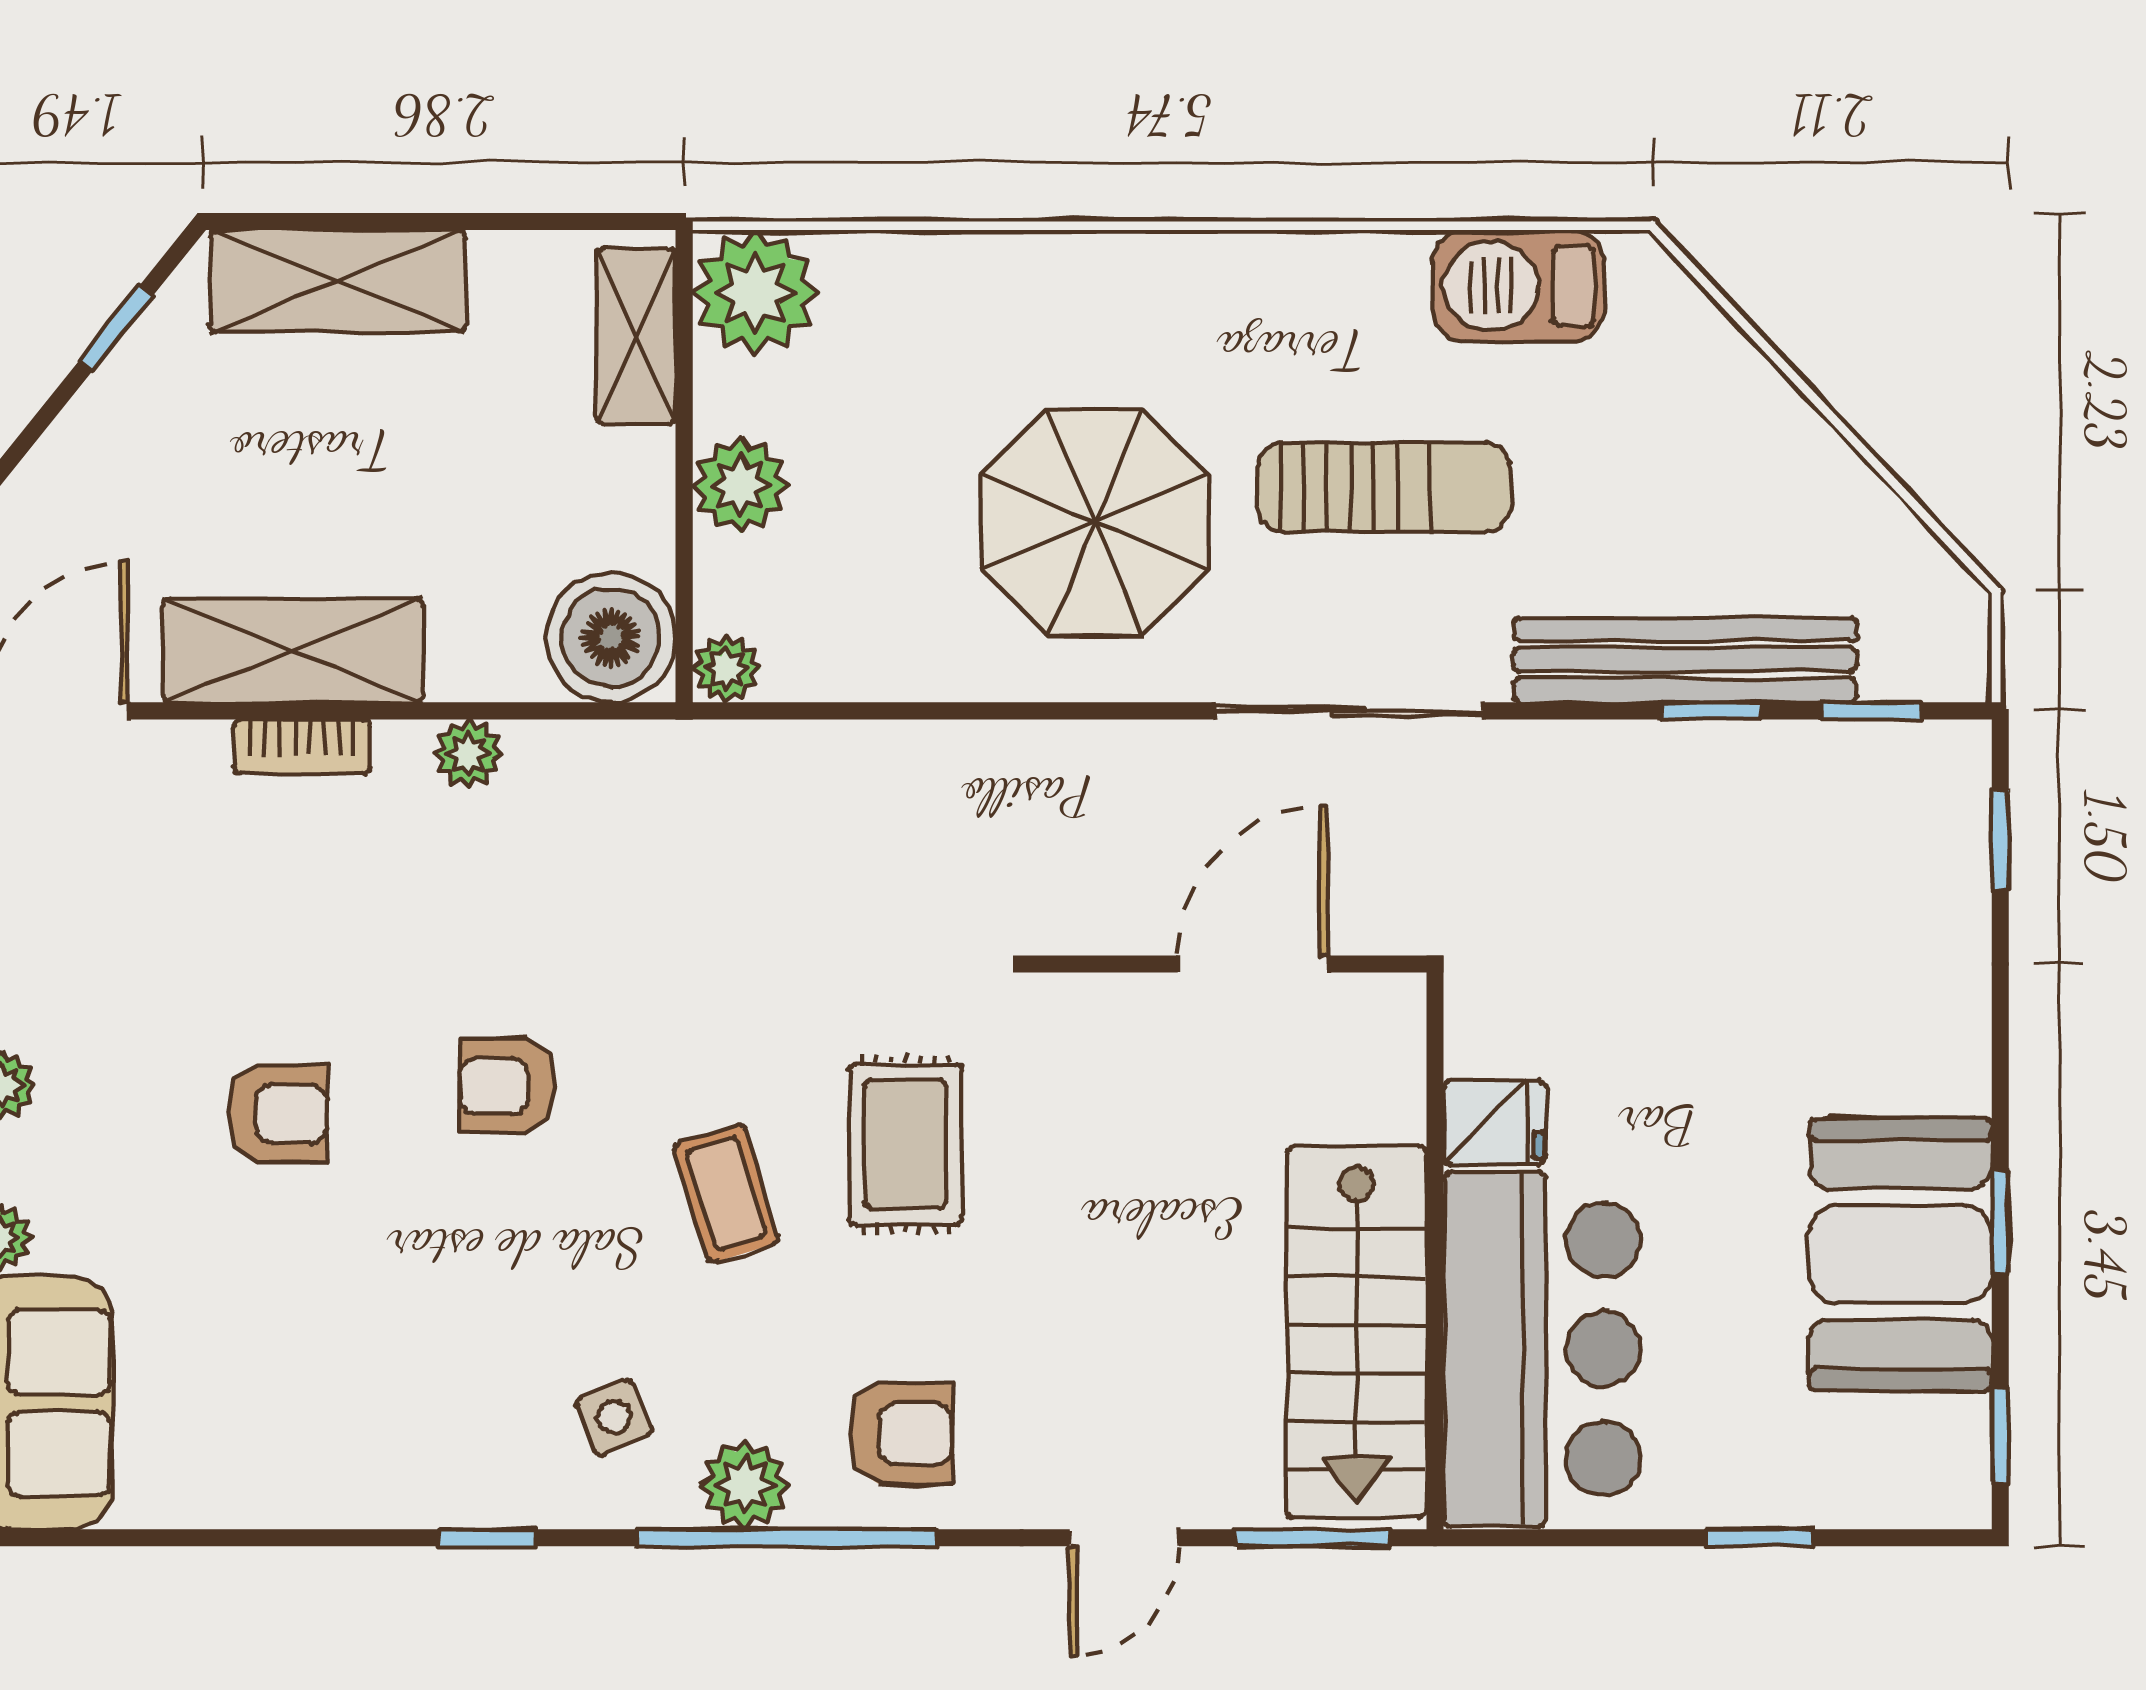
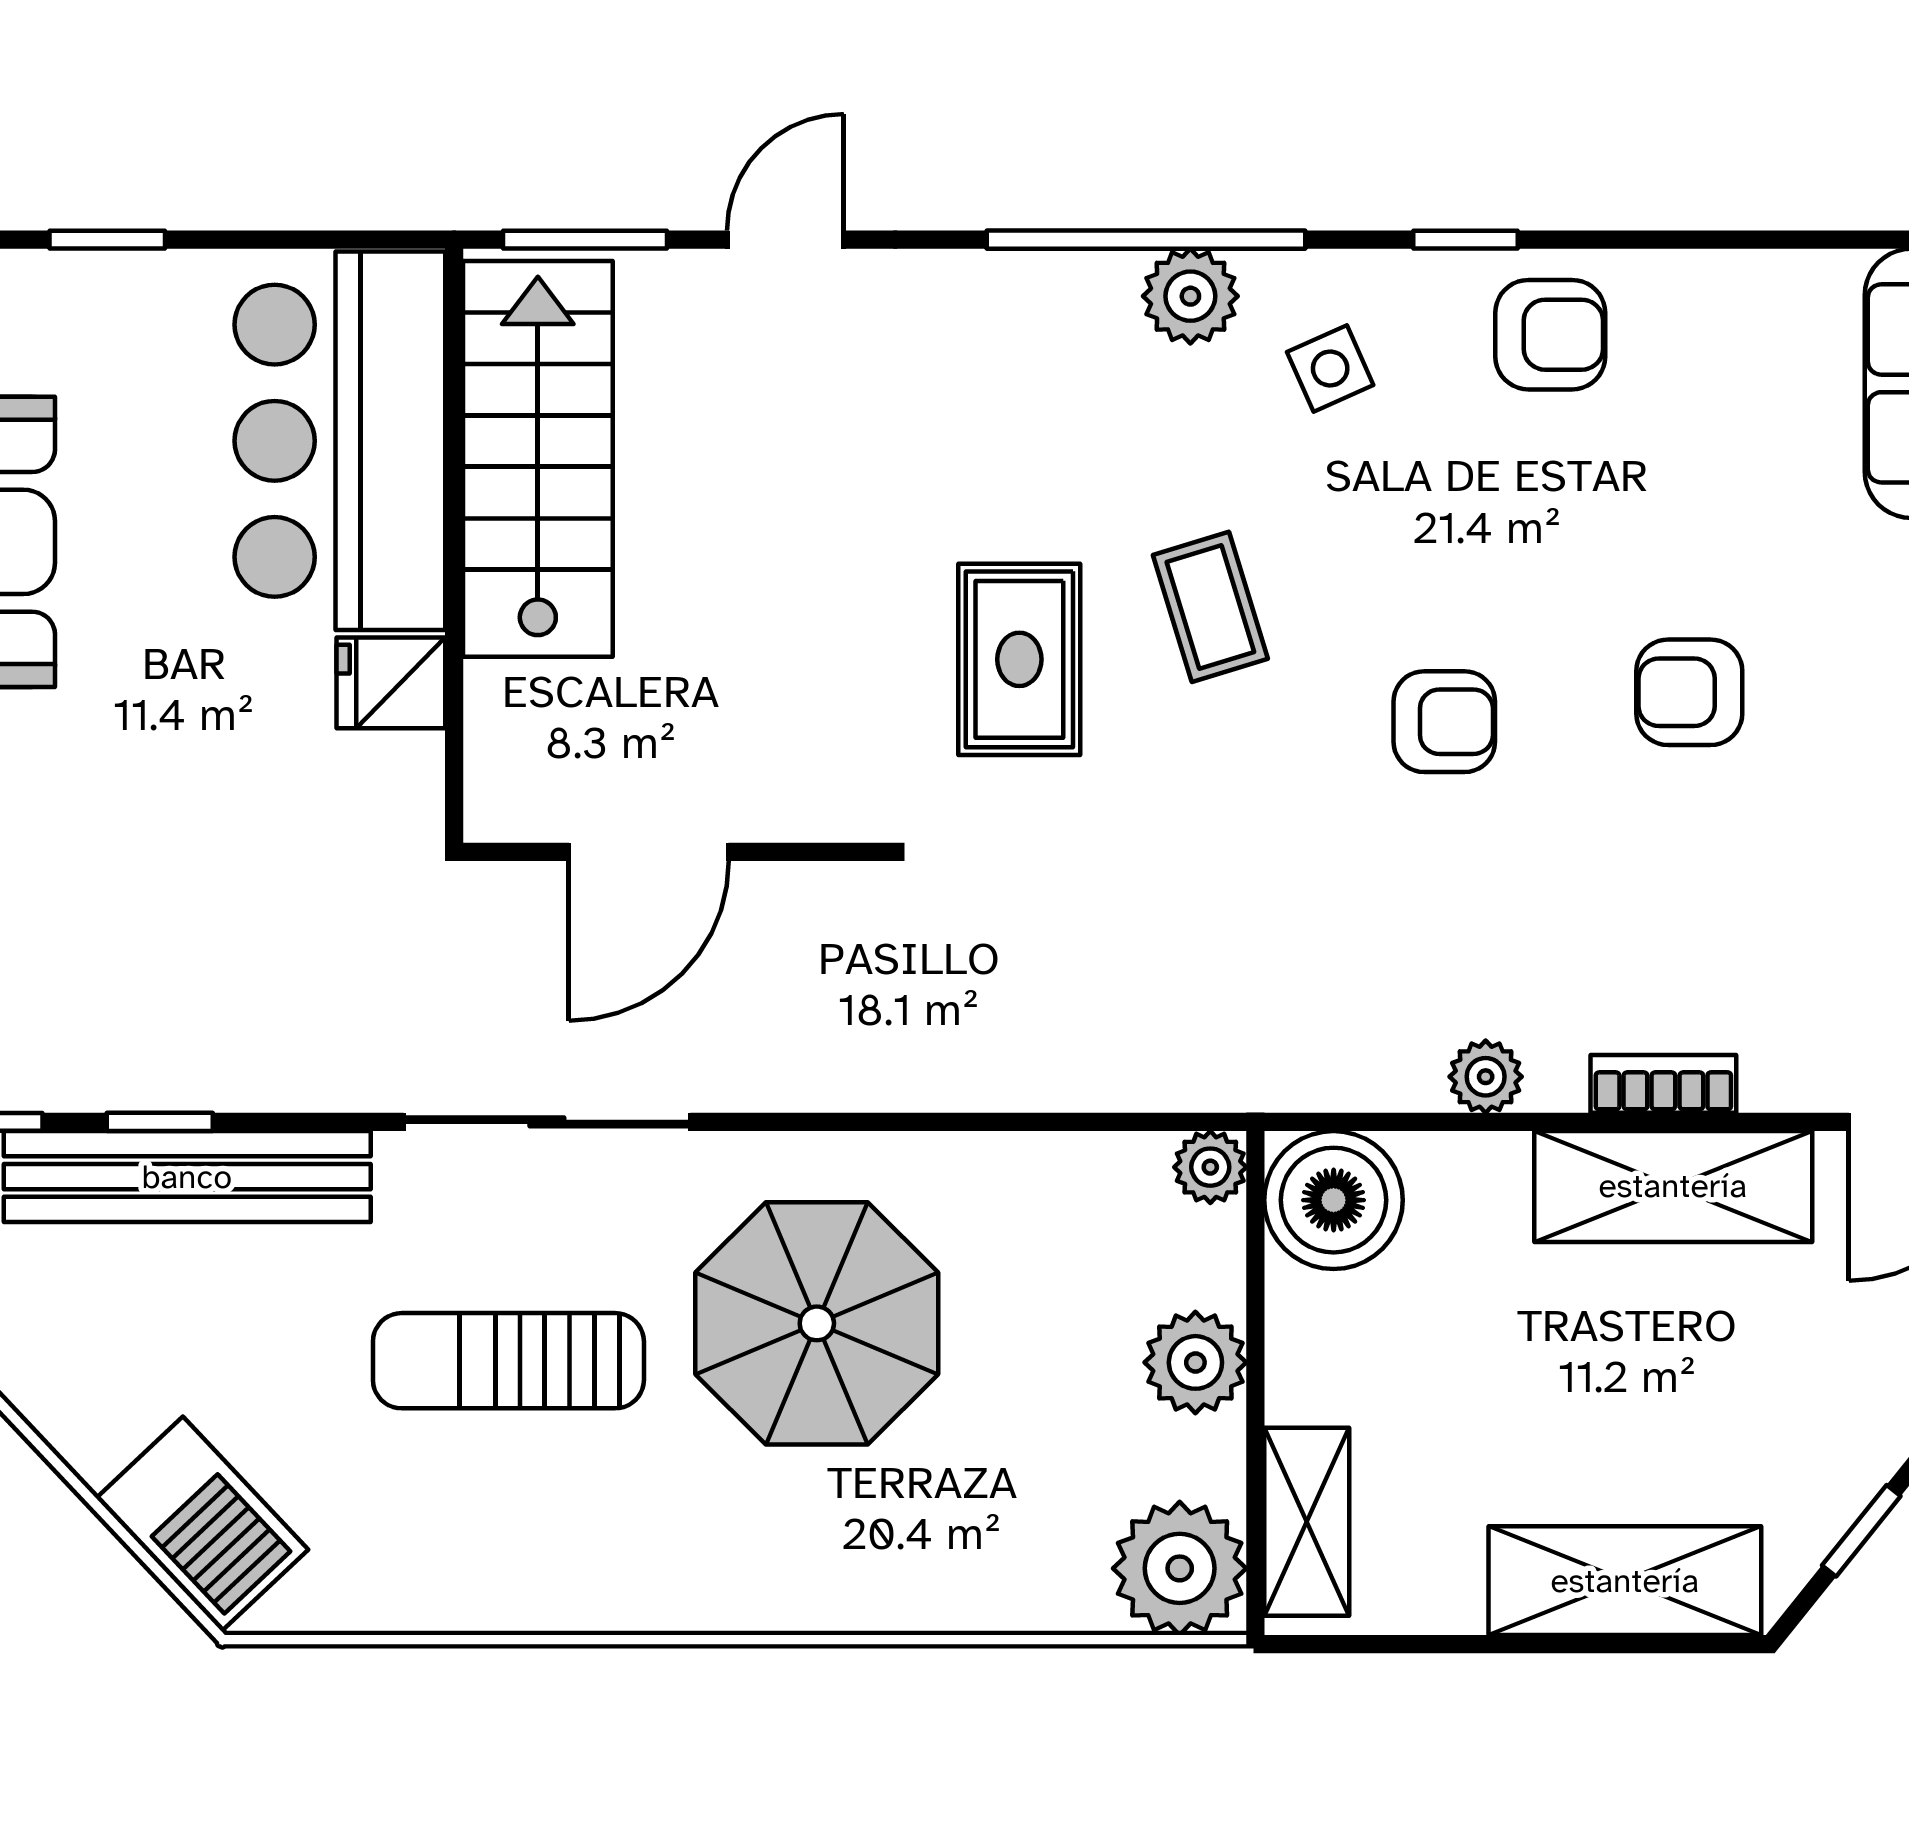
barbecue: (1518, 286) -> (202, 1524), moved, turned 47
armchair: (901, 1434) -> (1550, 335), moved, turned 180

